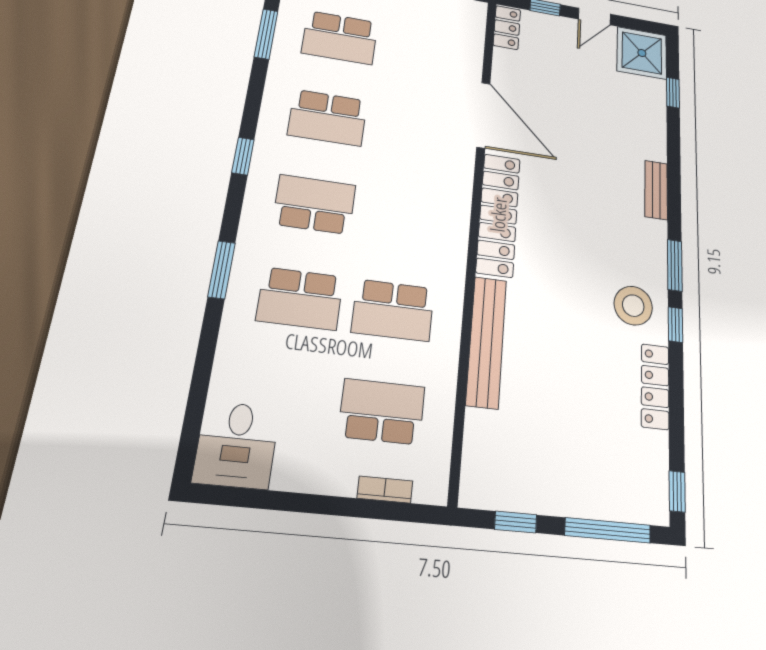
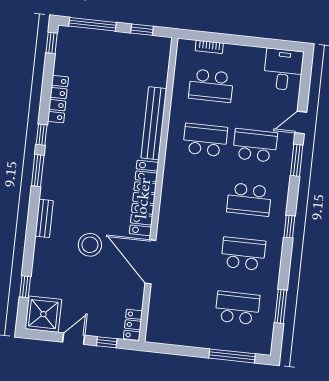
stool: (633, 306) -> (90, 245), moved
door: (208, 340) -> (301, 123), added

